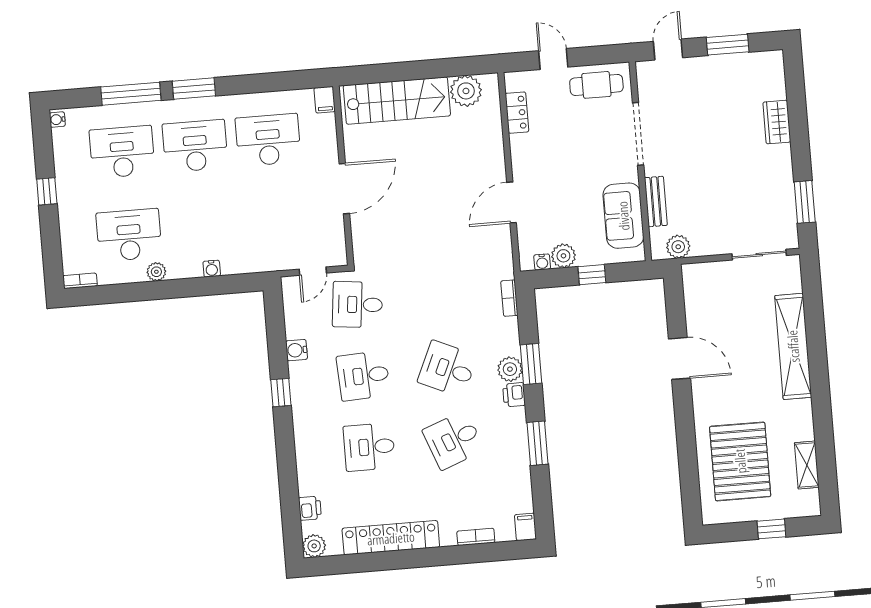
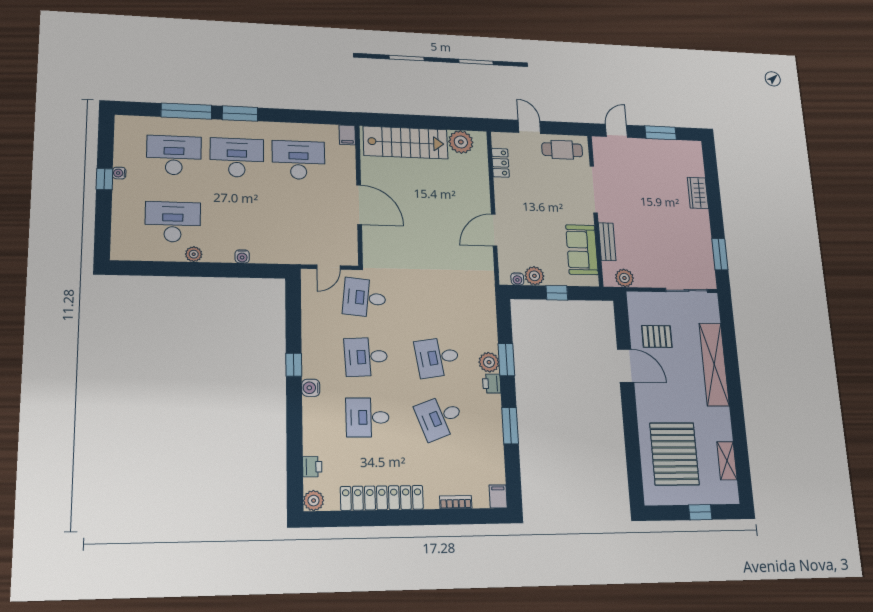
water cooler: (57, 120) -> (119, 173), moved
door: (344, 189) -> (359, 205), hinge flipped
bookcase: (80, 281) -> (125, 255), removed
bookcase: (509, 298) -> (490, 305), removed
pallet: (720, 318) -> (657, 336), added
water cooler: (297, 350) -> (311, 388), moved
desk: (448, 369) -> (437, 357), turned -33

